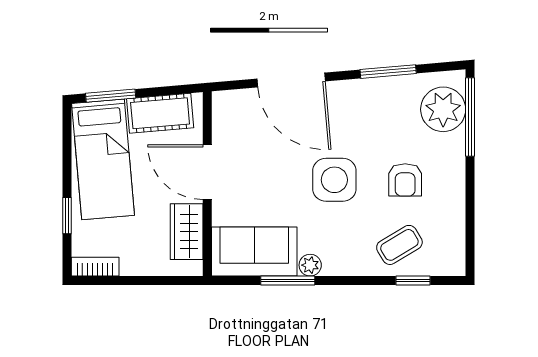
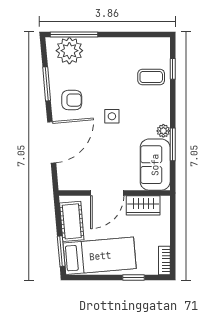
side table: (334, 180) -> (112, 116), width x0.54, depth x0.54
armchair: (405, 180) -> (72, 100), moved
coffee table: (399, 245) -> (151, 77), turned -59

